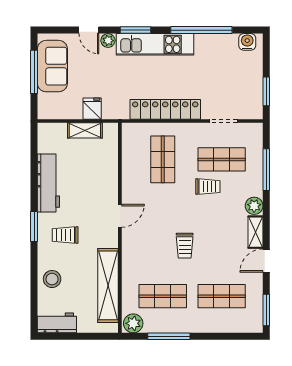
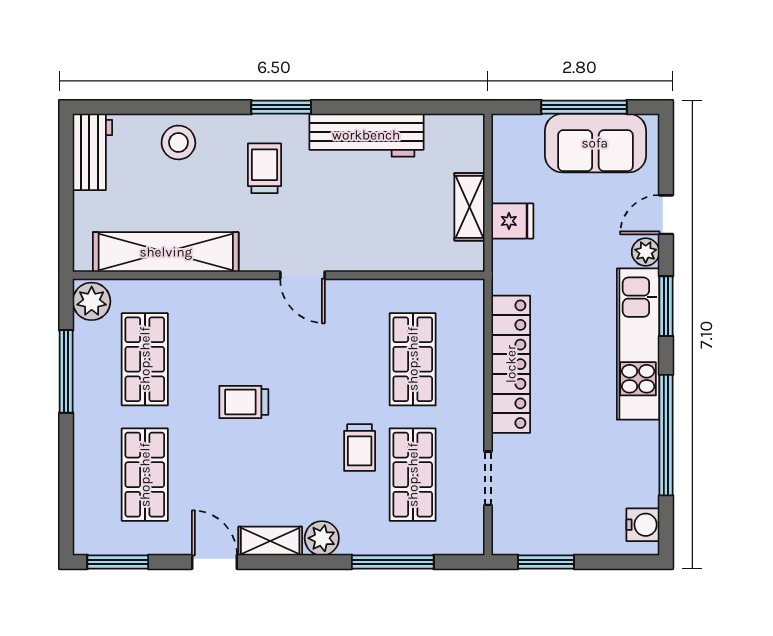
shop shelf: (163, 159) -> (413, 359), turned 90

